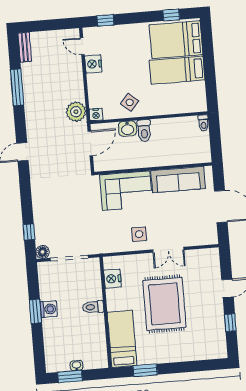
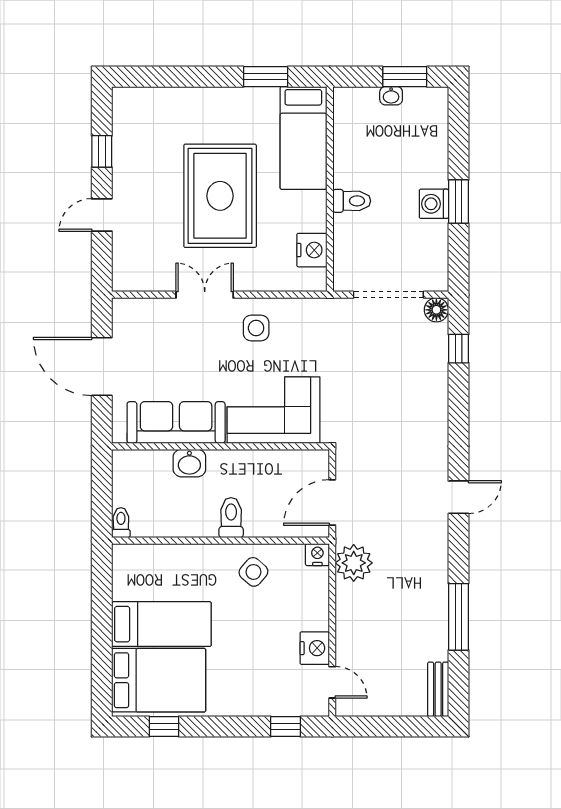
washbasin: (127, 129) -> (189, 463), moved, turned 180

